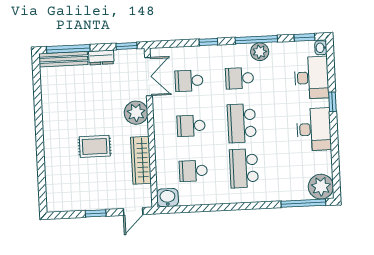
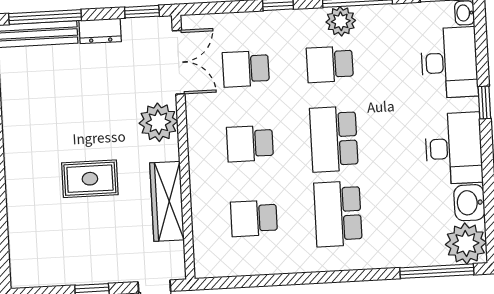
plant: (260, 52) -> (341, 21), moved
washbasin: (167, 198) -> (469, 203), moved, turned -90

